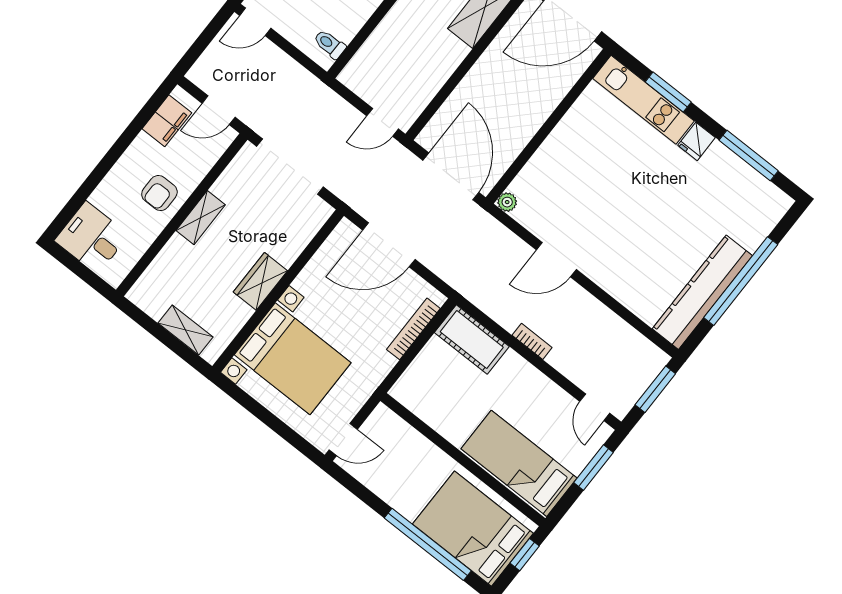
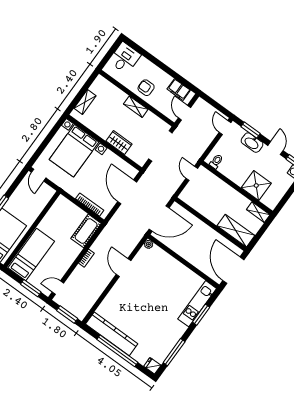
door: (383, 122) -> (192, 173), moved
fridge: (697, 141) -> (152, 366), moved
wardrobe: (260, 281) -> (119, 143), moved

